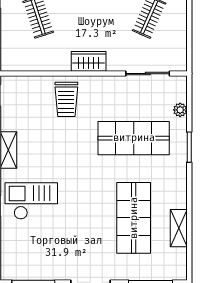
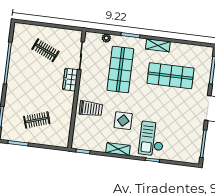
wardrobe: (89, 61) -> (70, 80), moved
display table: (54, 152) -> (123, 121), added
shelving: (179, 228) -> (158, 45), moved

